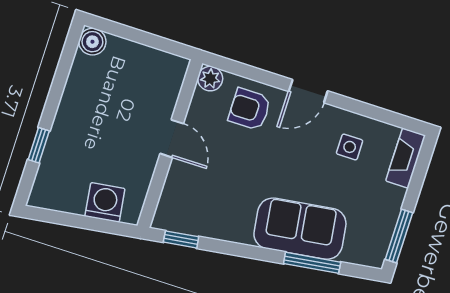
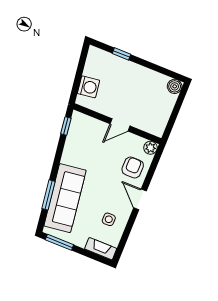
sofa: (300, 229) -> (65, 198), width x1.36

